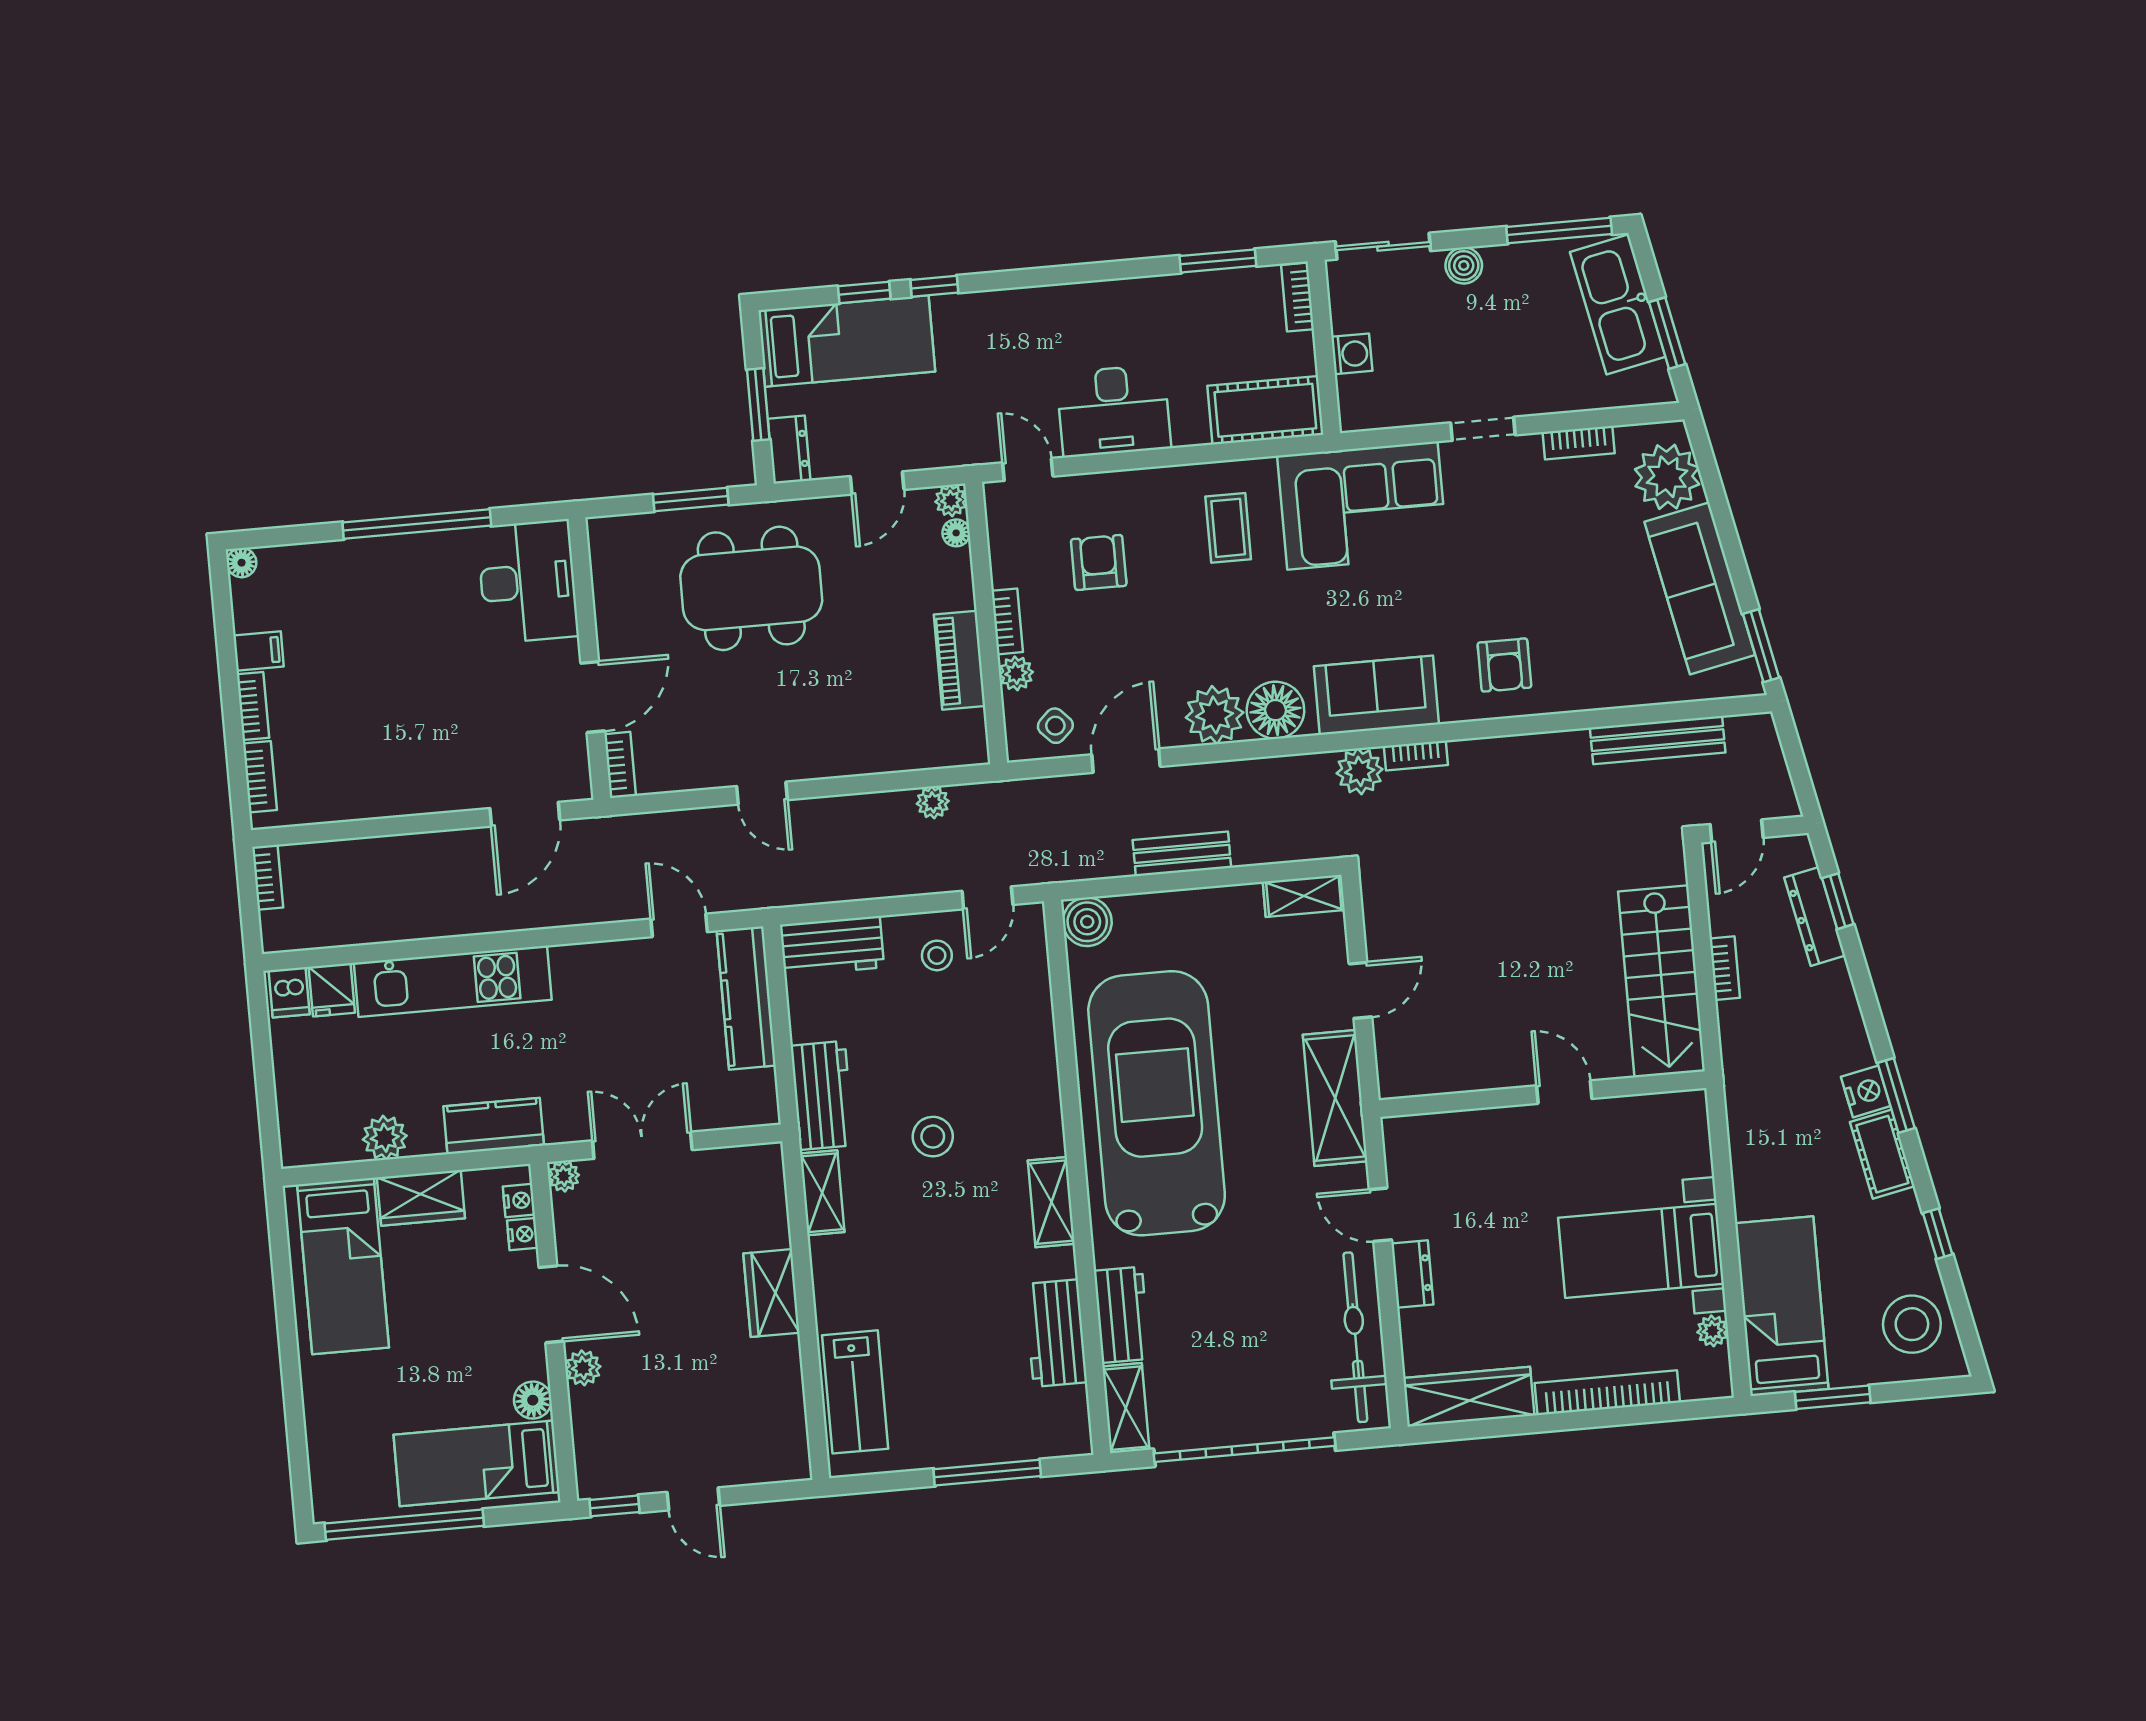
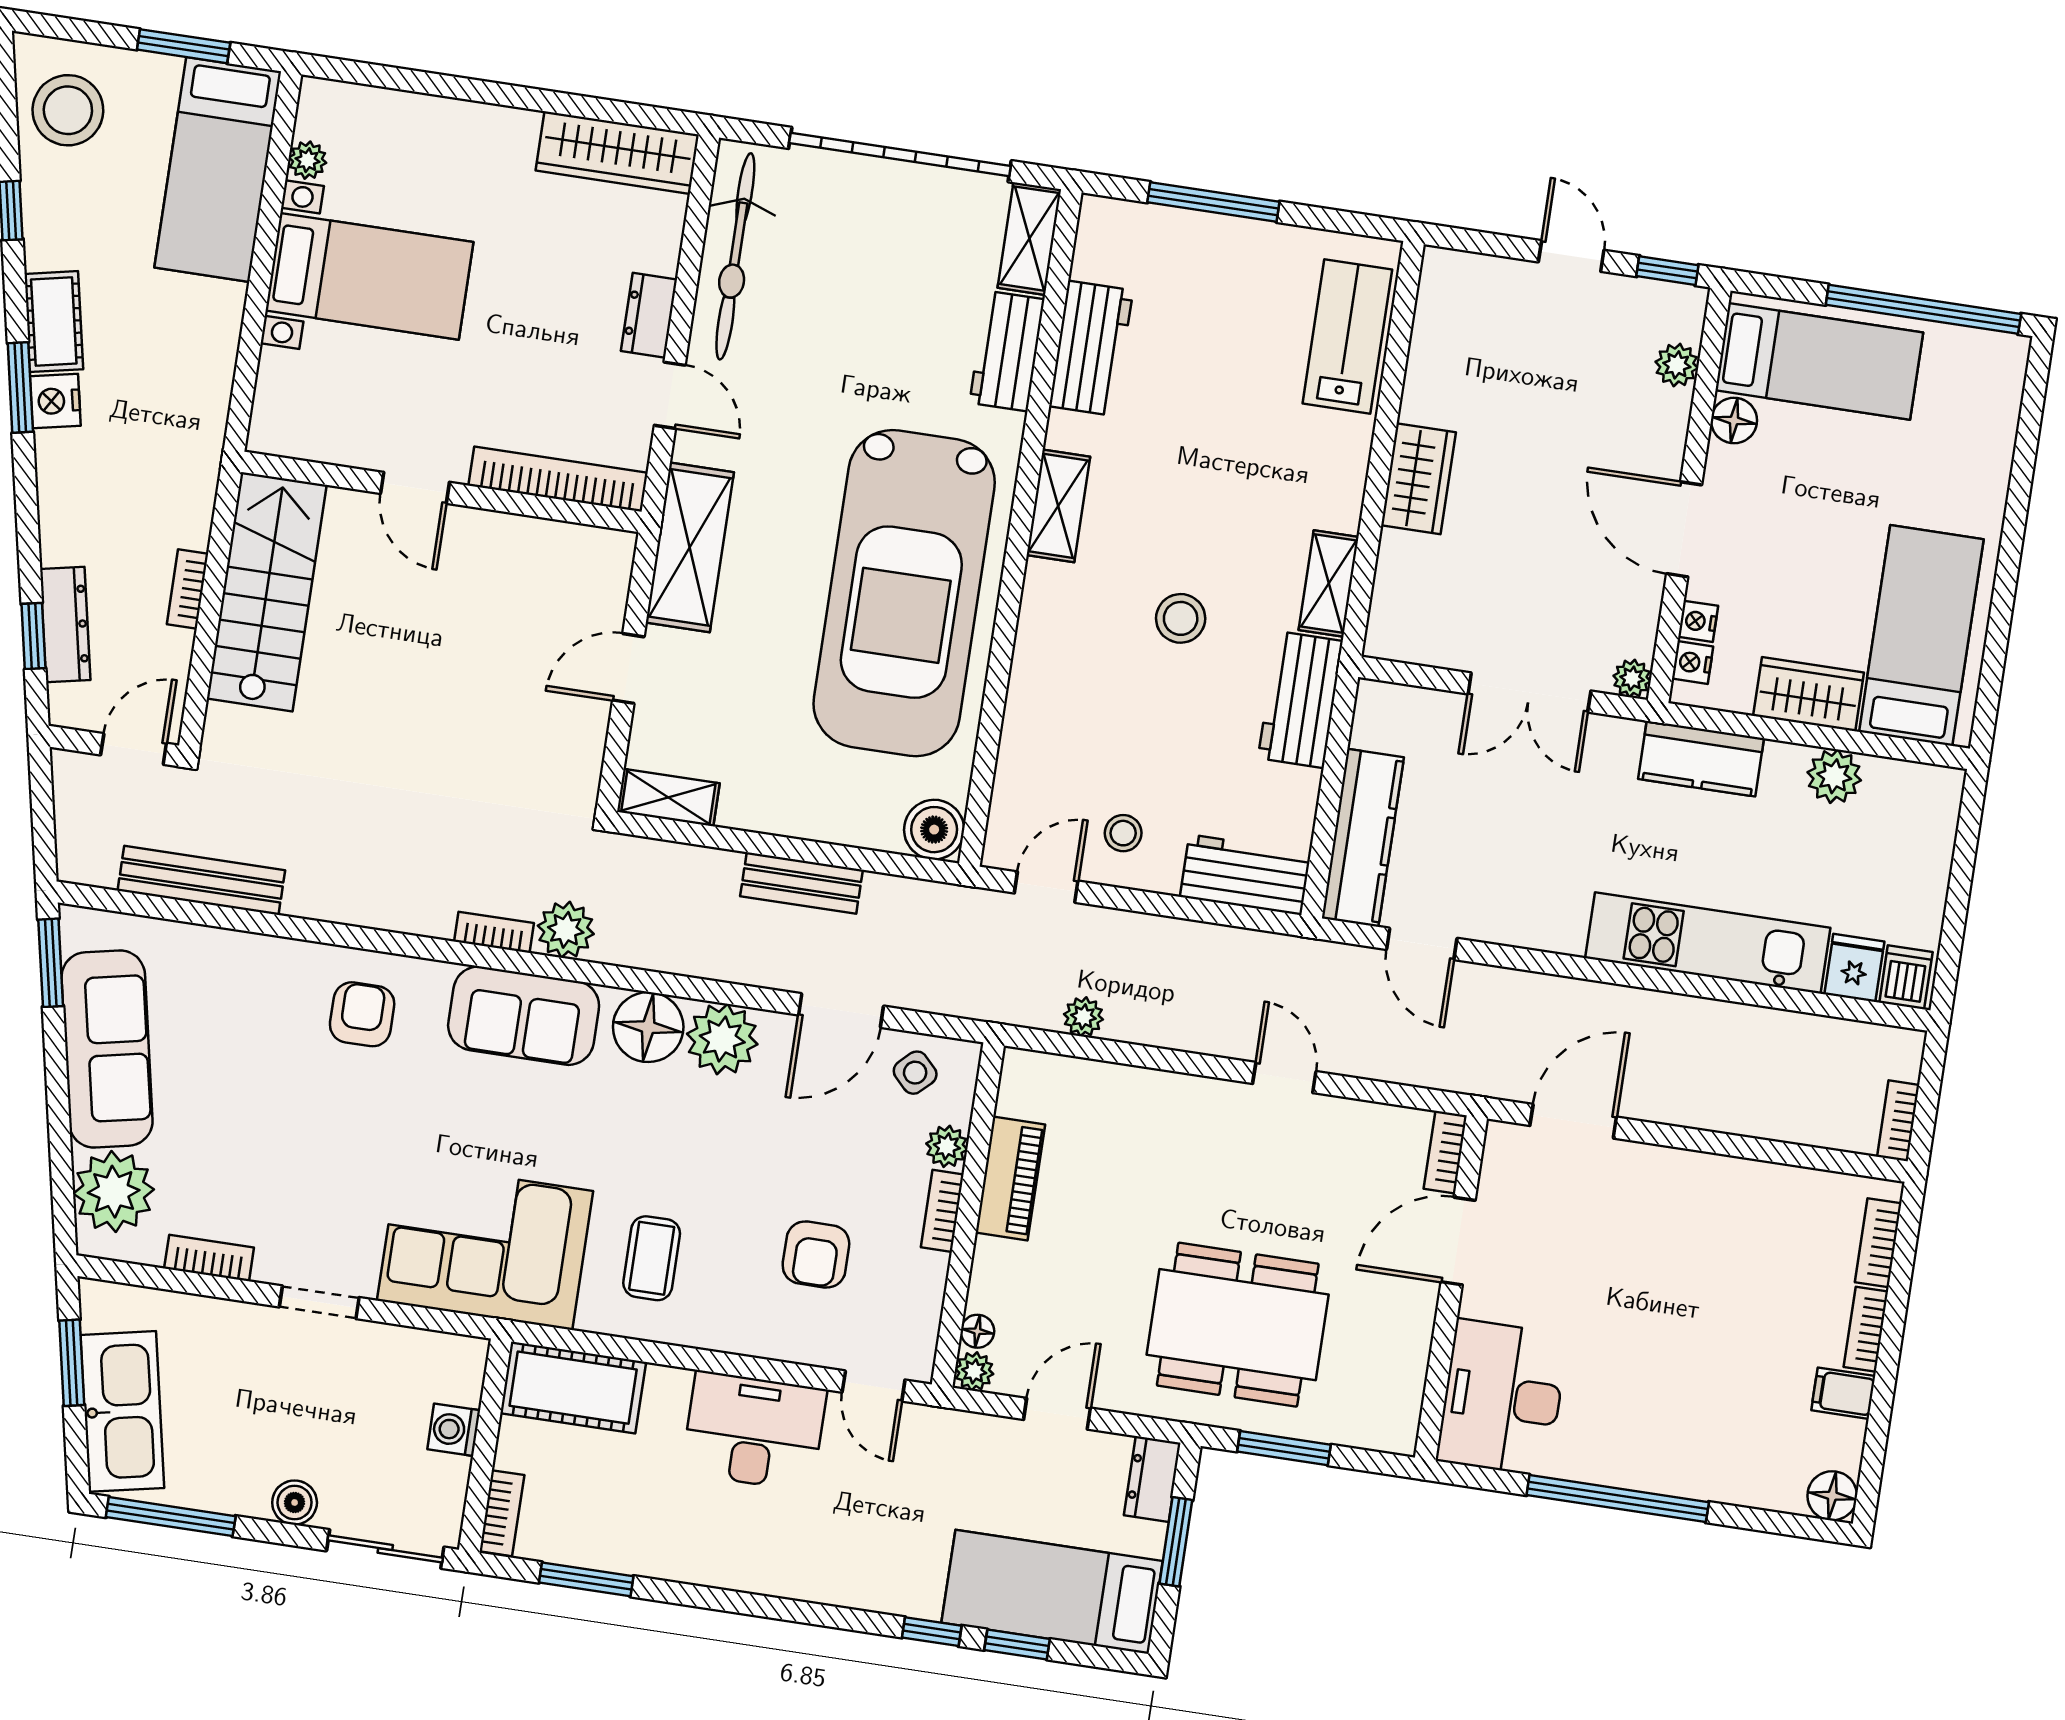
floor lamp: (242, 563) -> (1832, 1496), width x1.37, depth x1.37
plant: (583, 1368) -> (1677, 365), moved
bookcase: (1607, 1393) -> (558, 479), moved, turned 180

